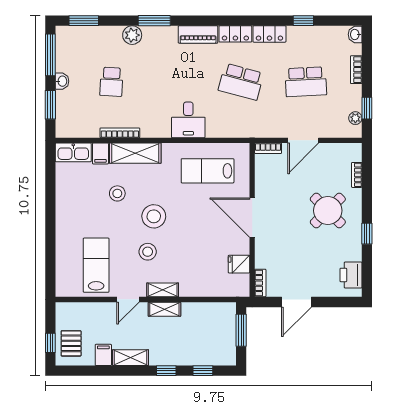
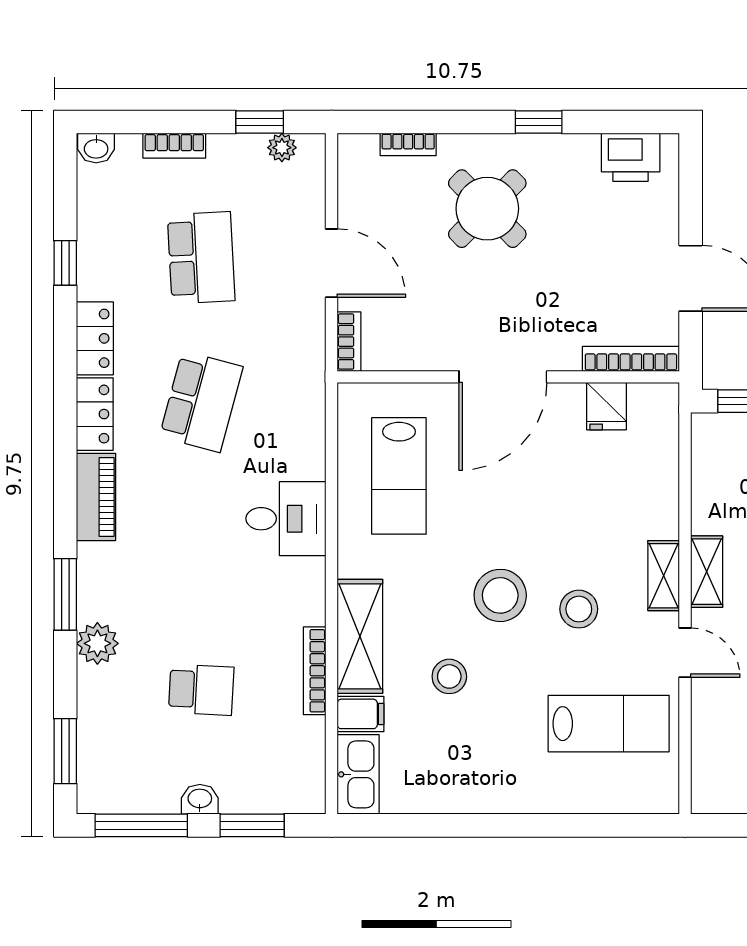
lab bench: (96, 265) -> (609, 724), turned 180
bookcase: (260, 283) -> (631, 359), width x1.56

